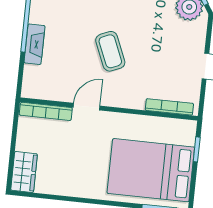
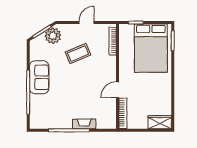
coffee table: (110, 51) -> (78, 54), moved
door: (87, 107) -> (118, 90), hinge flipped

